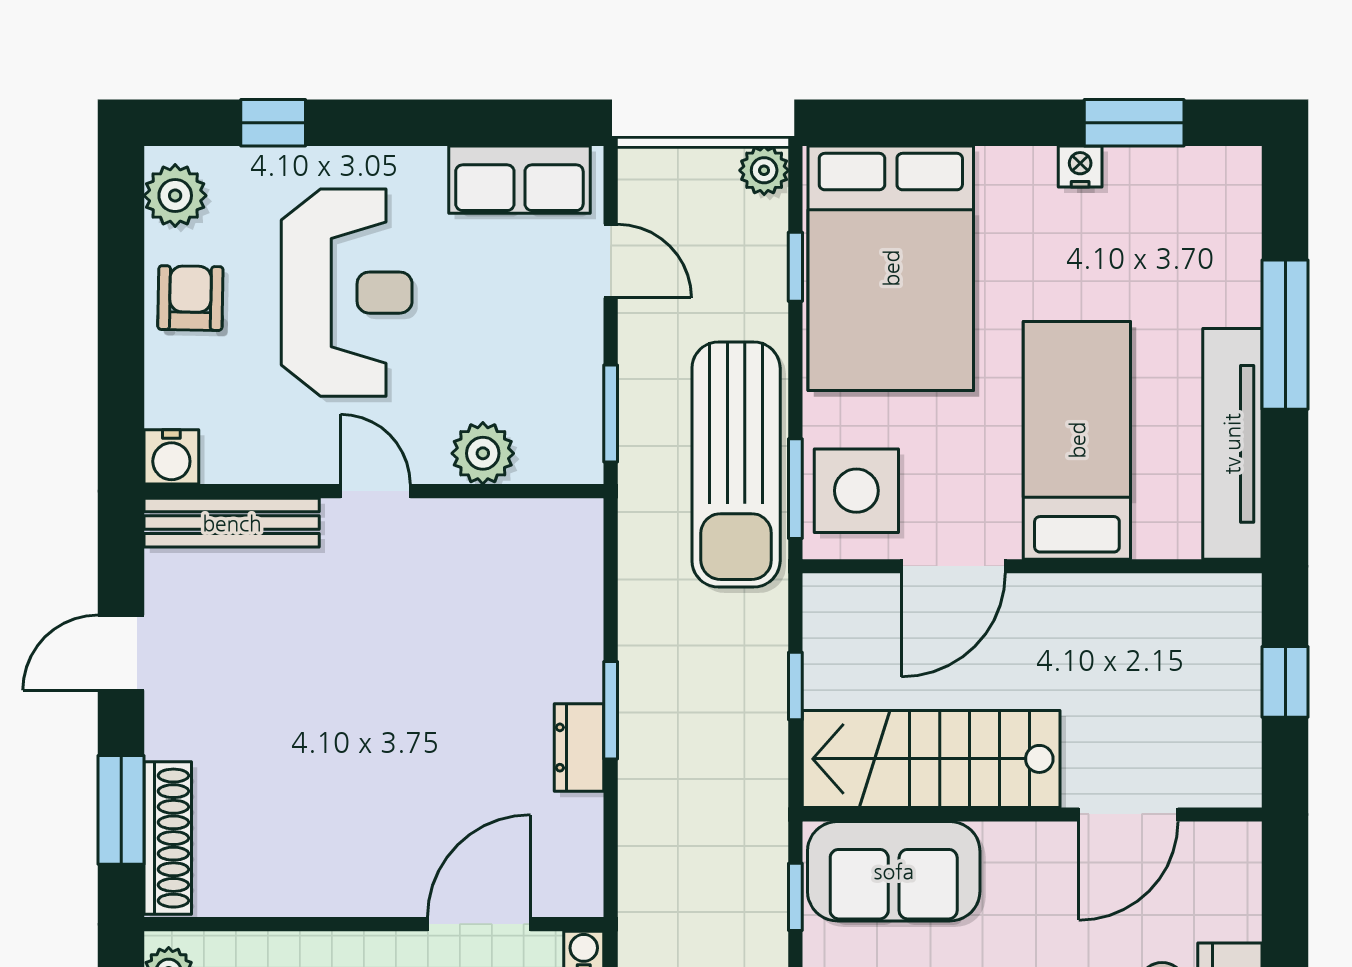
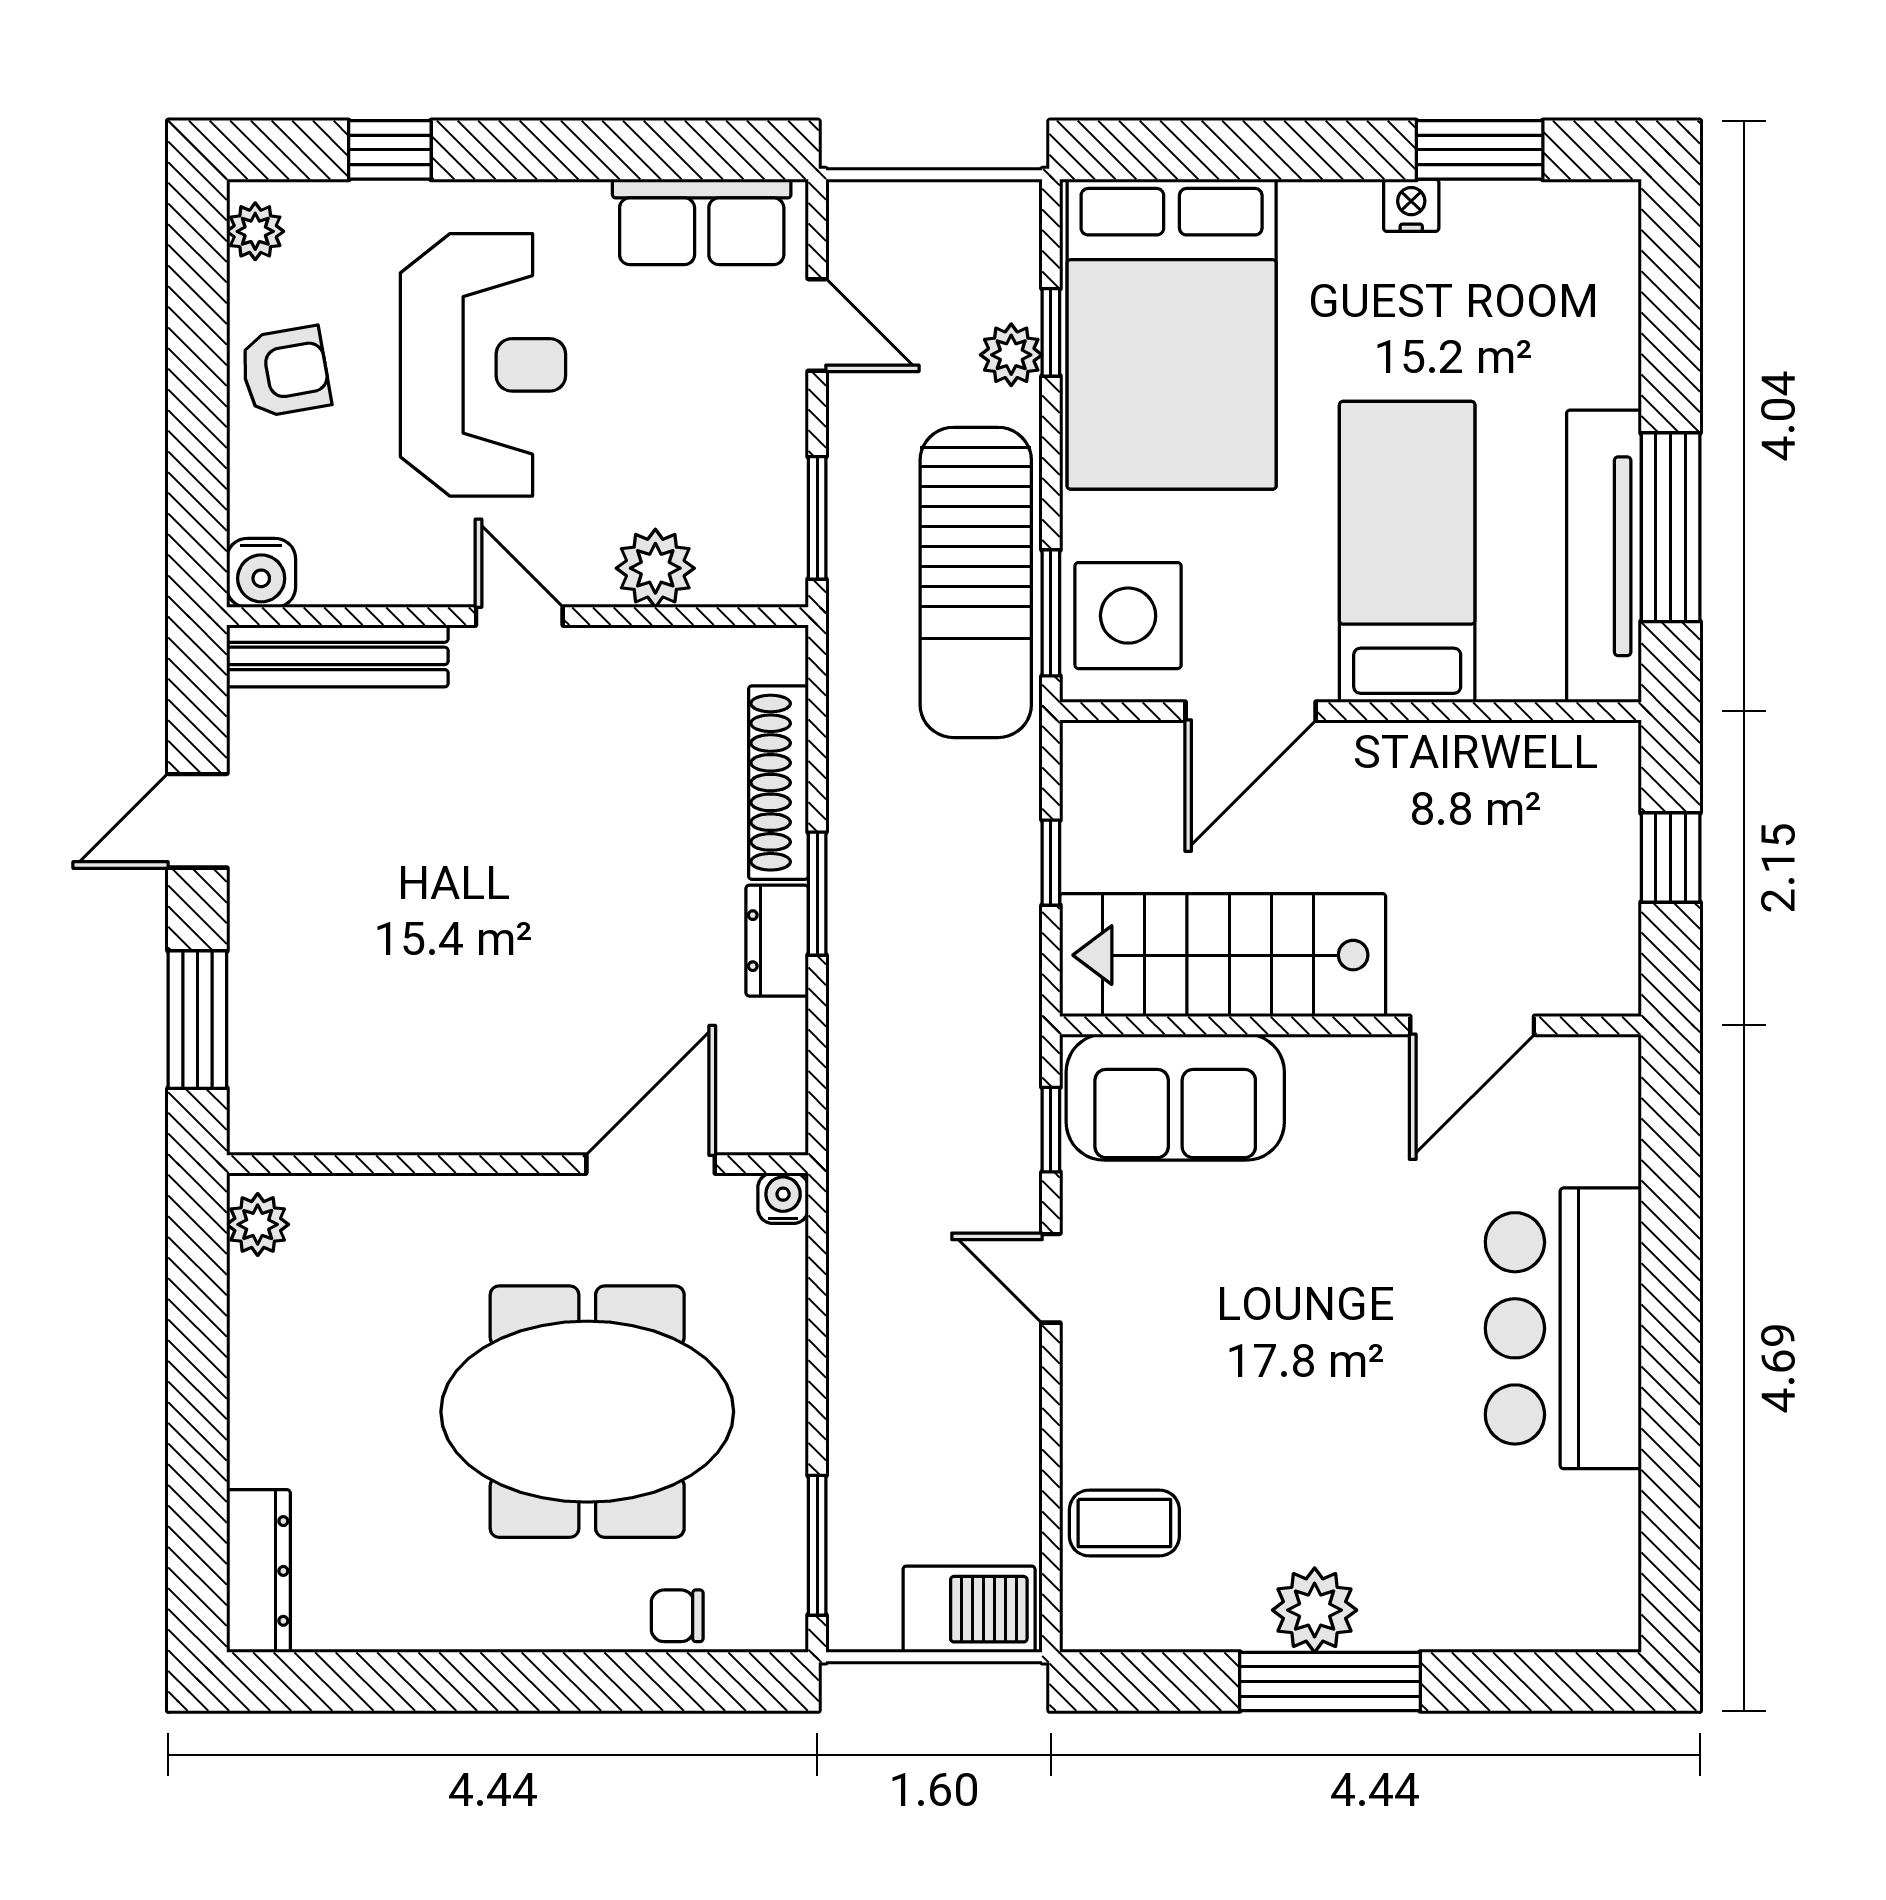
plant: (764, 170) -> (1011, 355), moved
plant: (175, 196) -> (255, 231), width x0.73, depth x0.73
armchair: (190, 298) -> (285, 372), turned 79
window: (1285, 335) -> (1671, 527), moved
shoe rack: (168, 838) -> (778, 783), moved, turned 180

